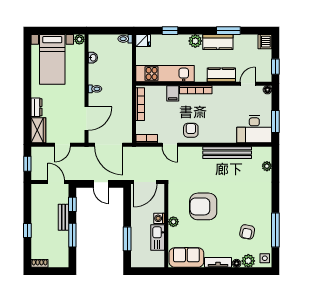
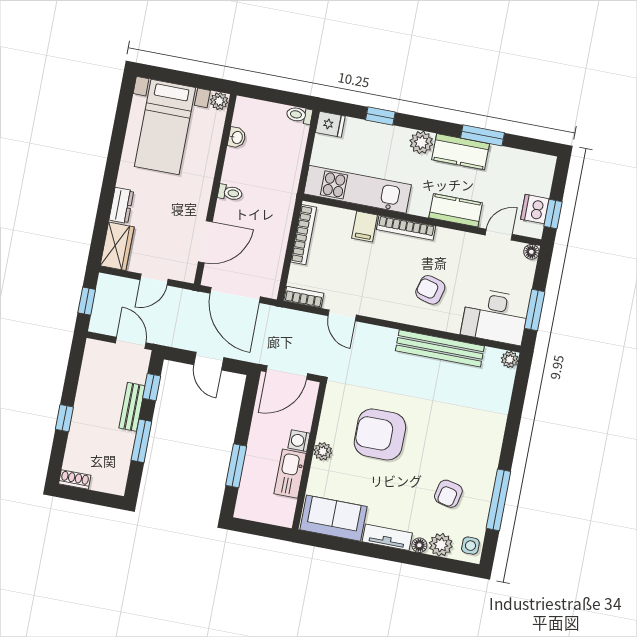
dishwasher: (265, 42) -> (535, 209), moved
armchair: (191, 130) -> (430, 290), moved, turned -75
plant: (267, 166) -> (510, 360), moved

